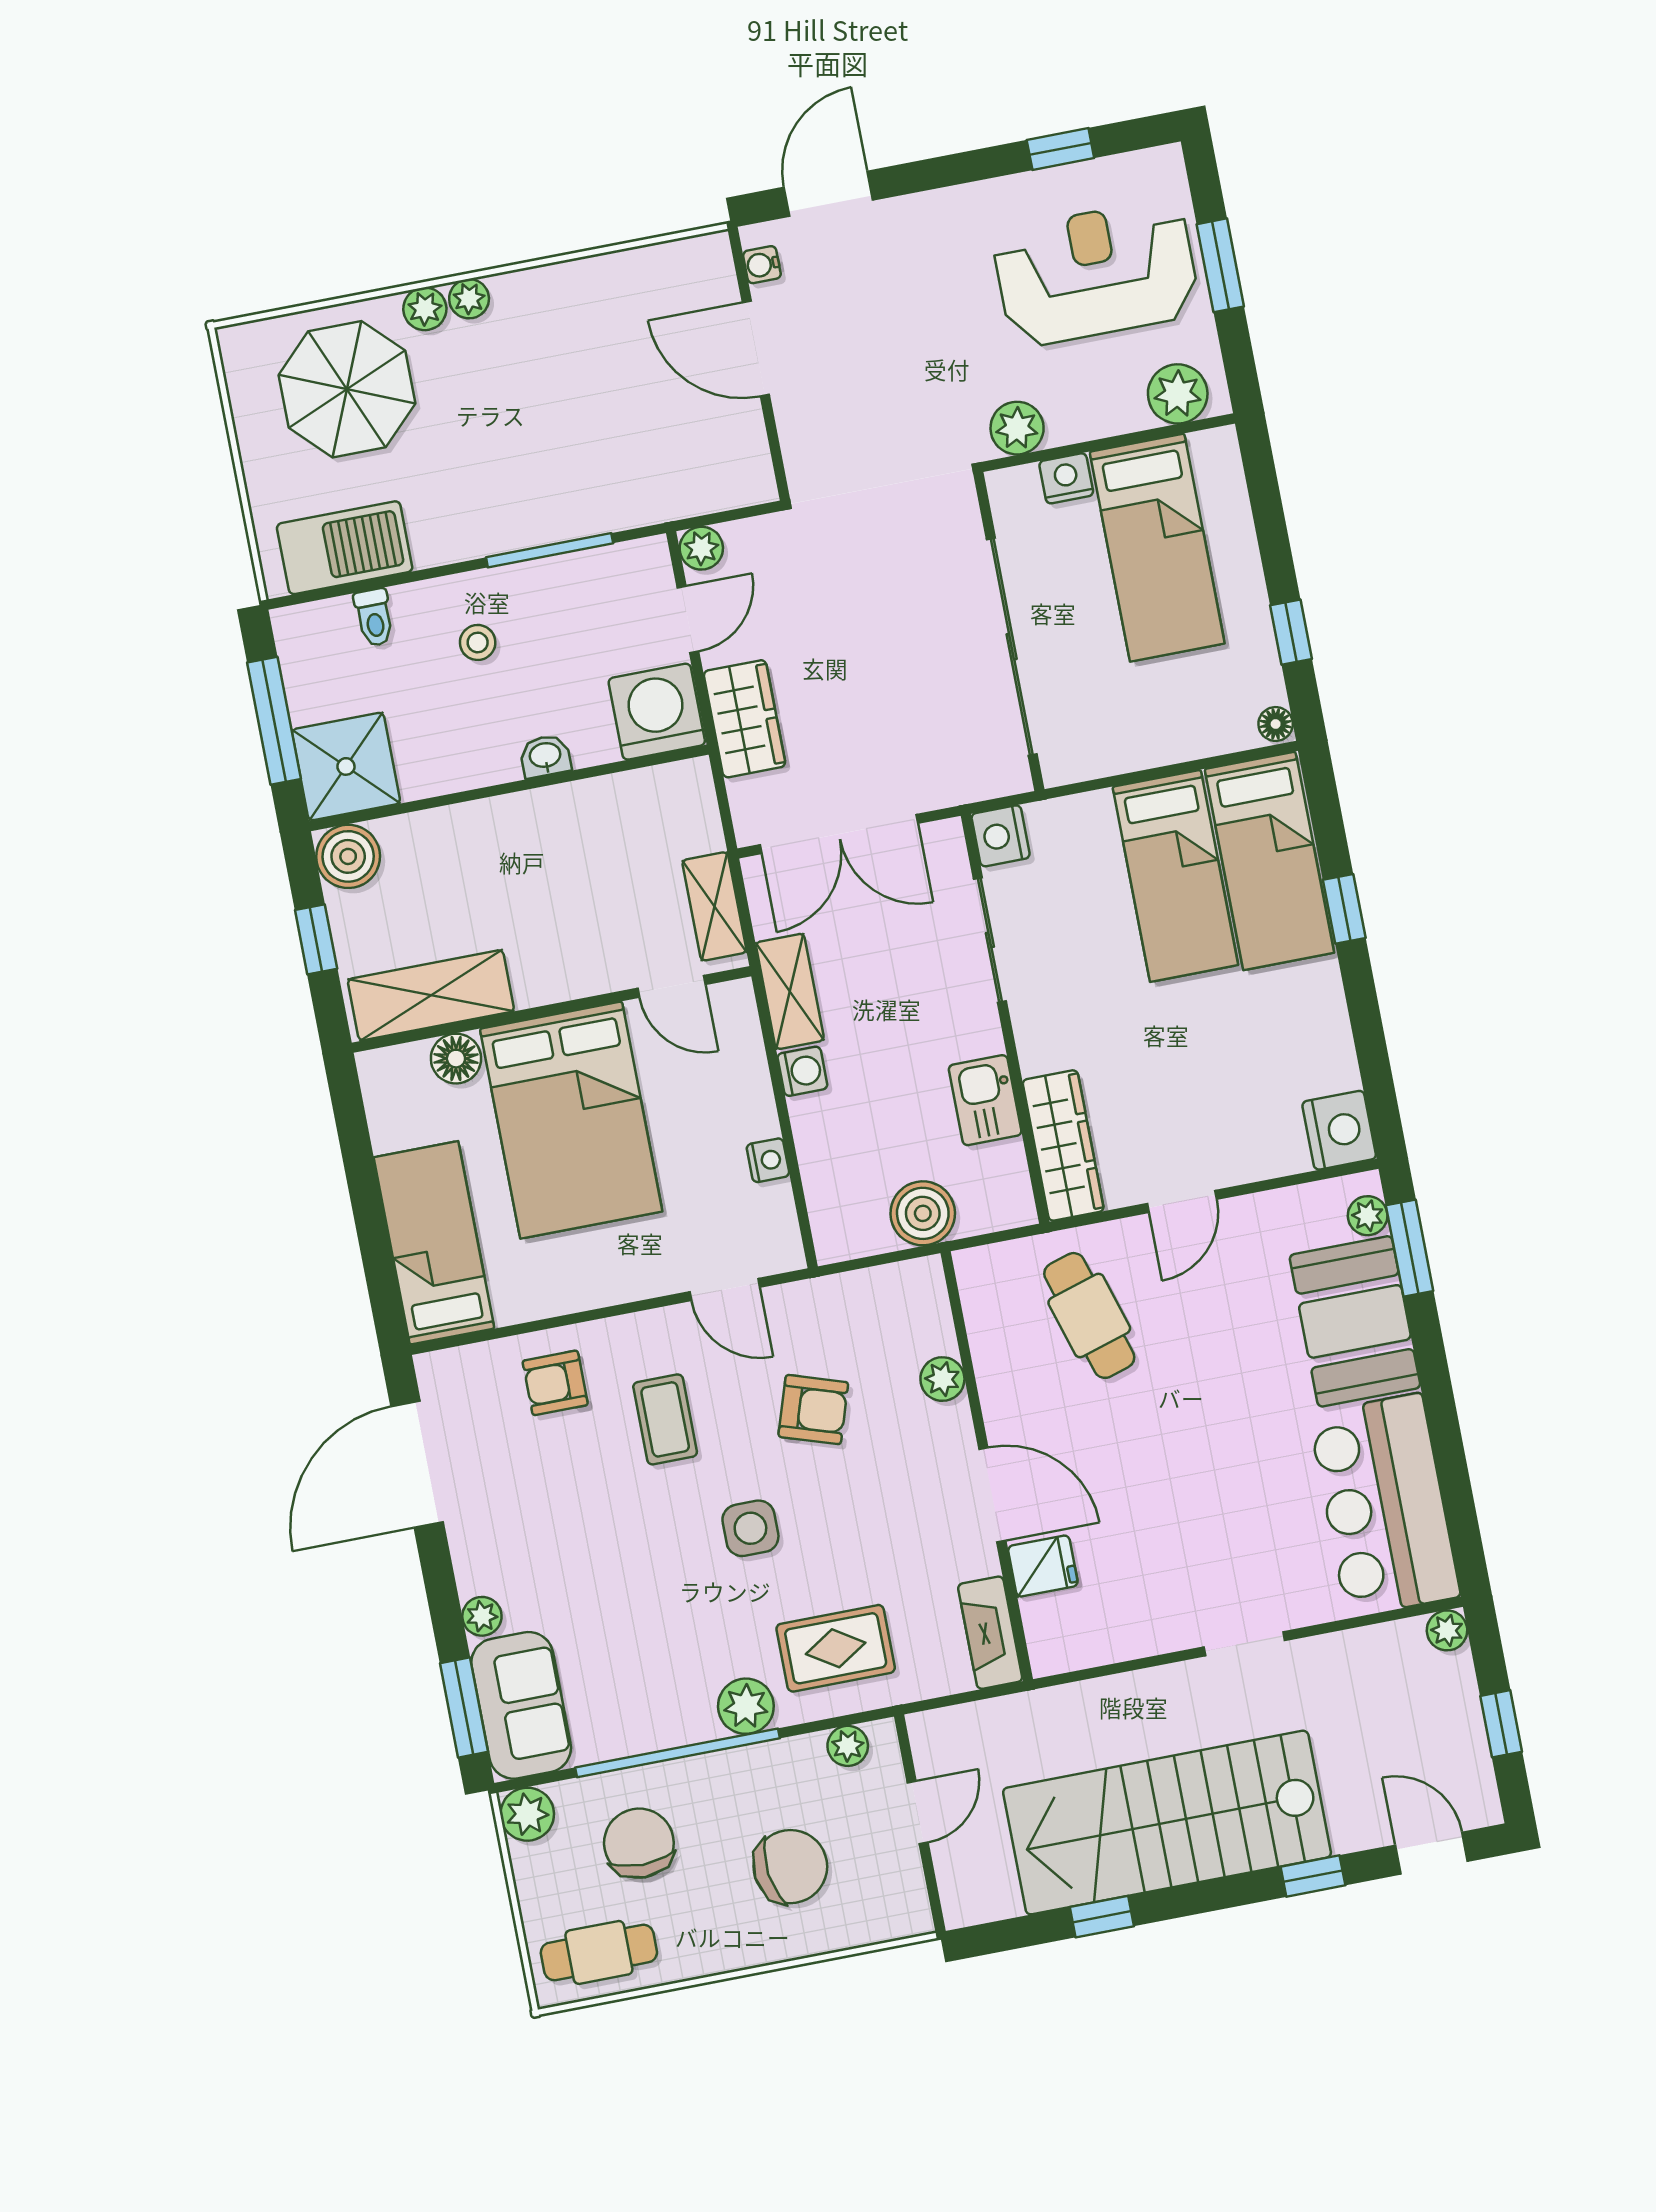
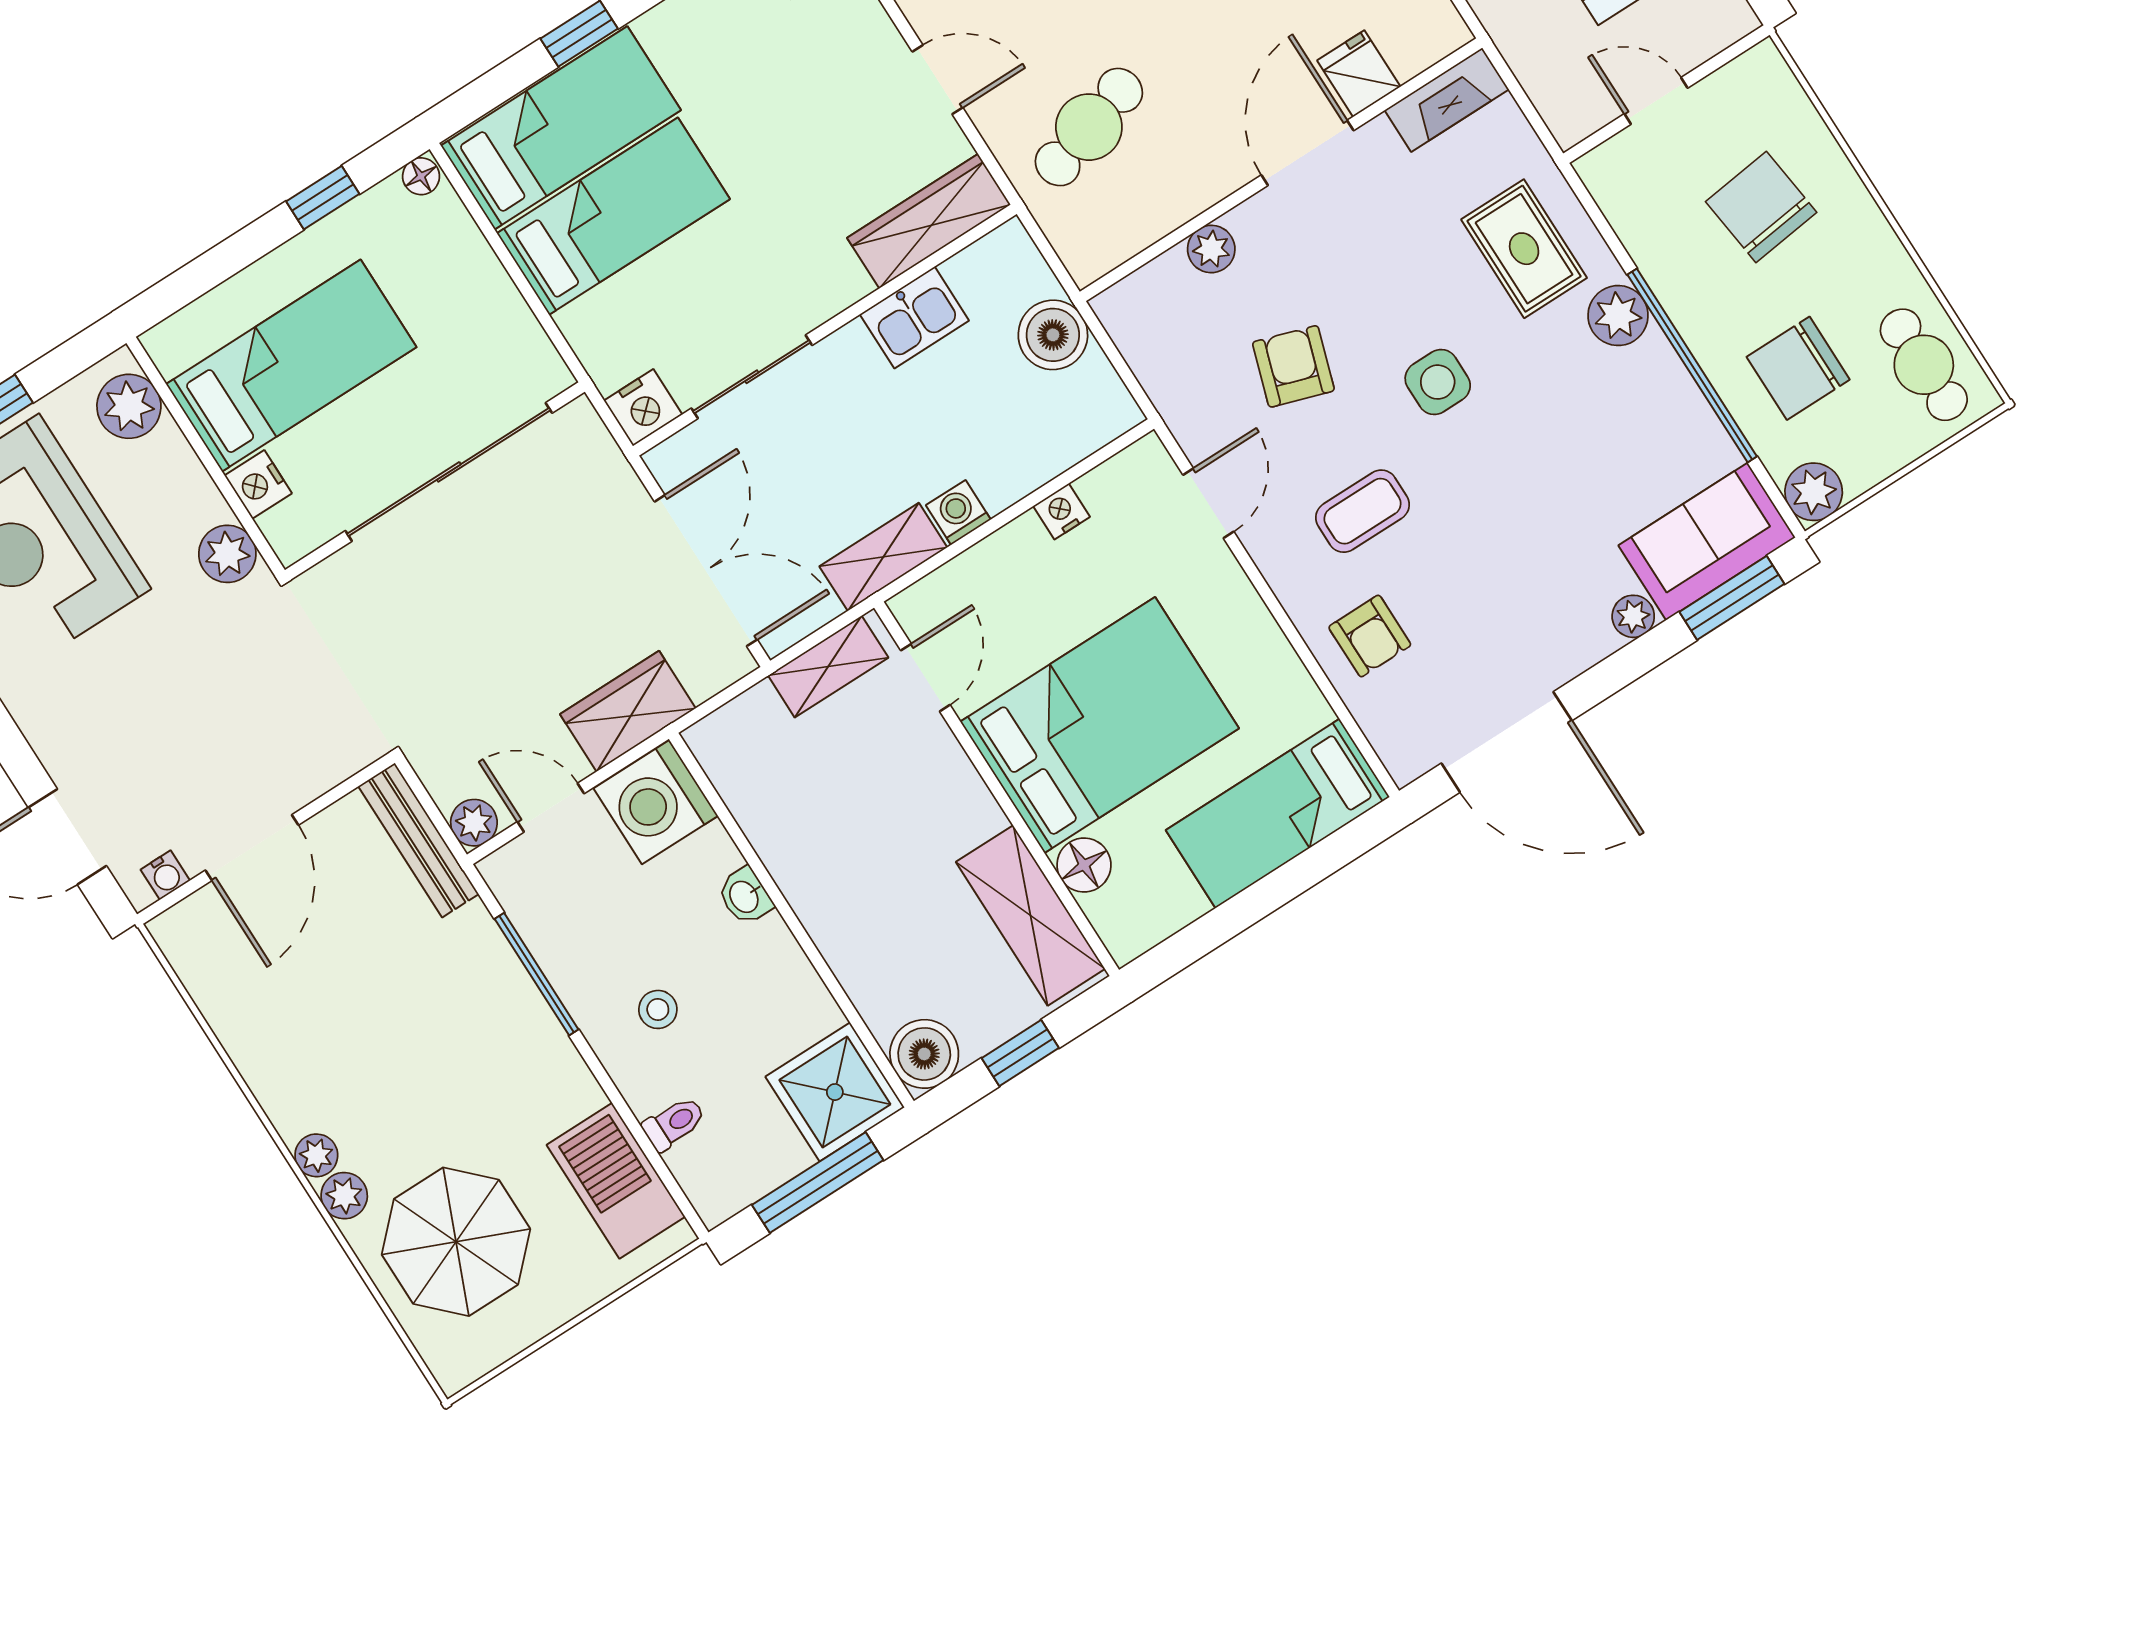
bench: (705, 494) -> (418, 840), added
plant: (848, 1746) -> (1617, 198), removed

